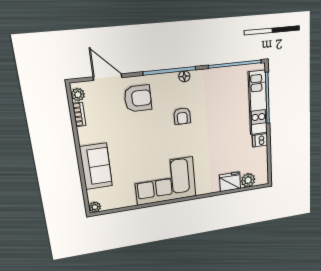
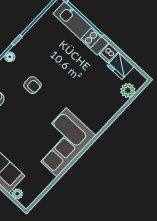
fridge: (230, 182) -> (121, 66), moved, turned -90
plant: (95, 207) -> (17, 194), moved

